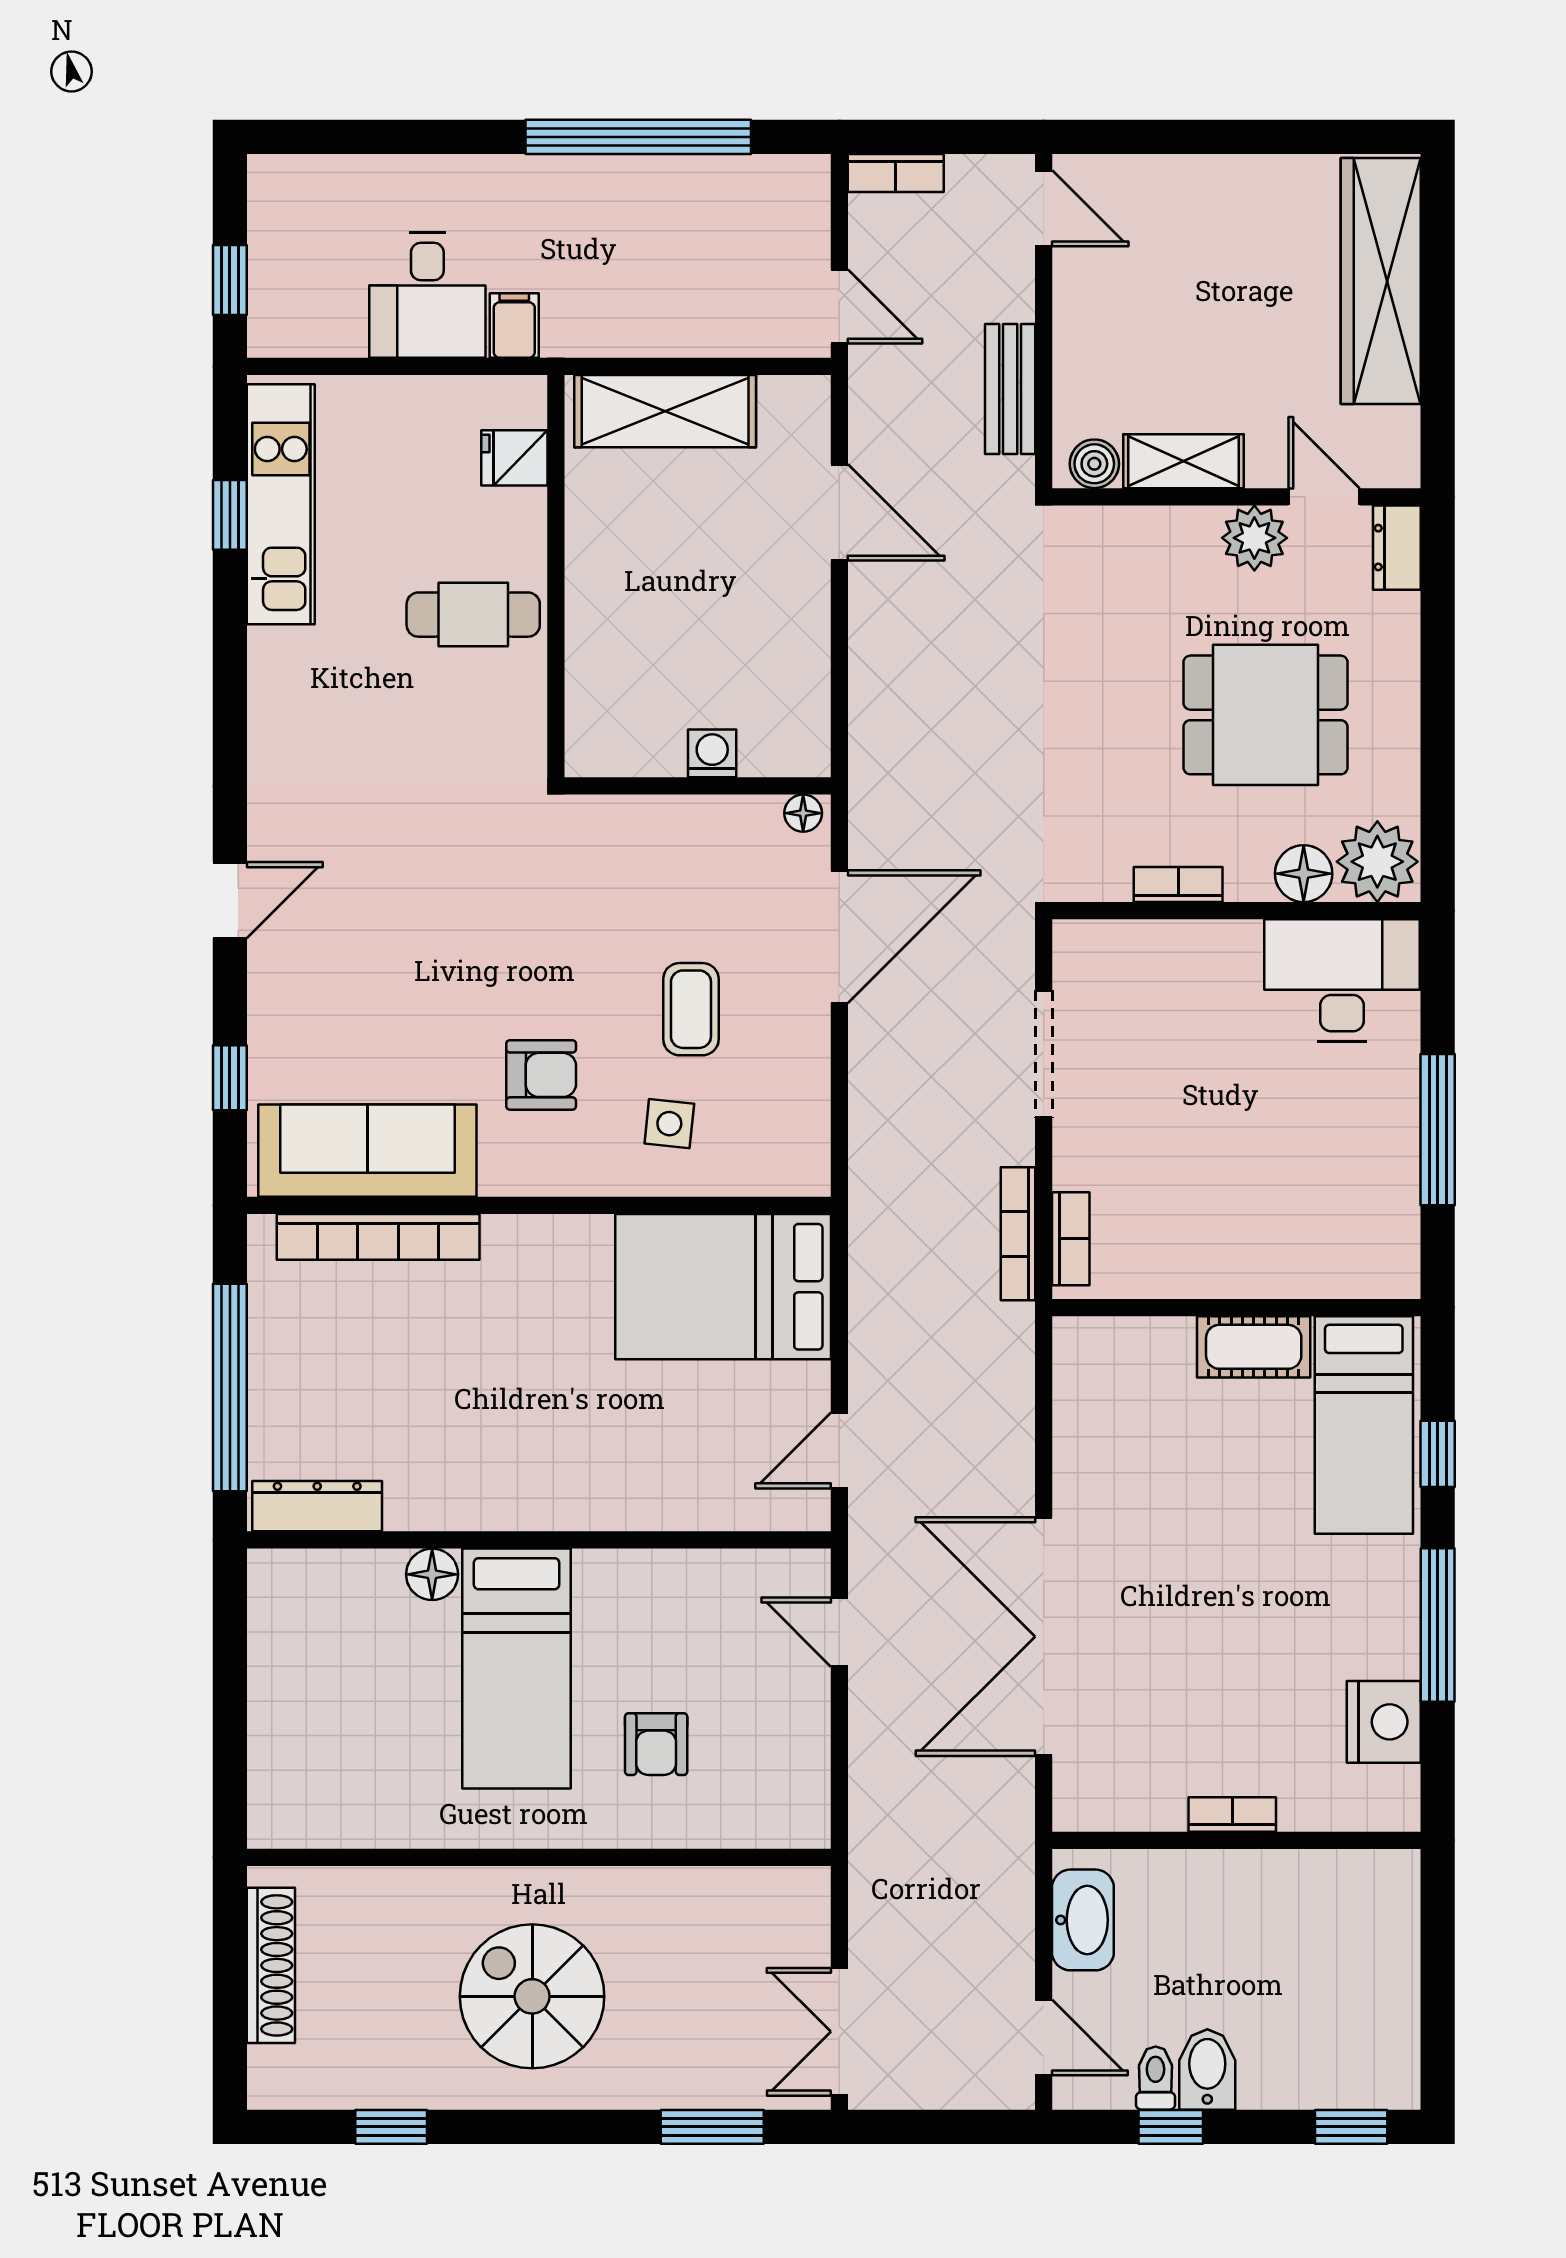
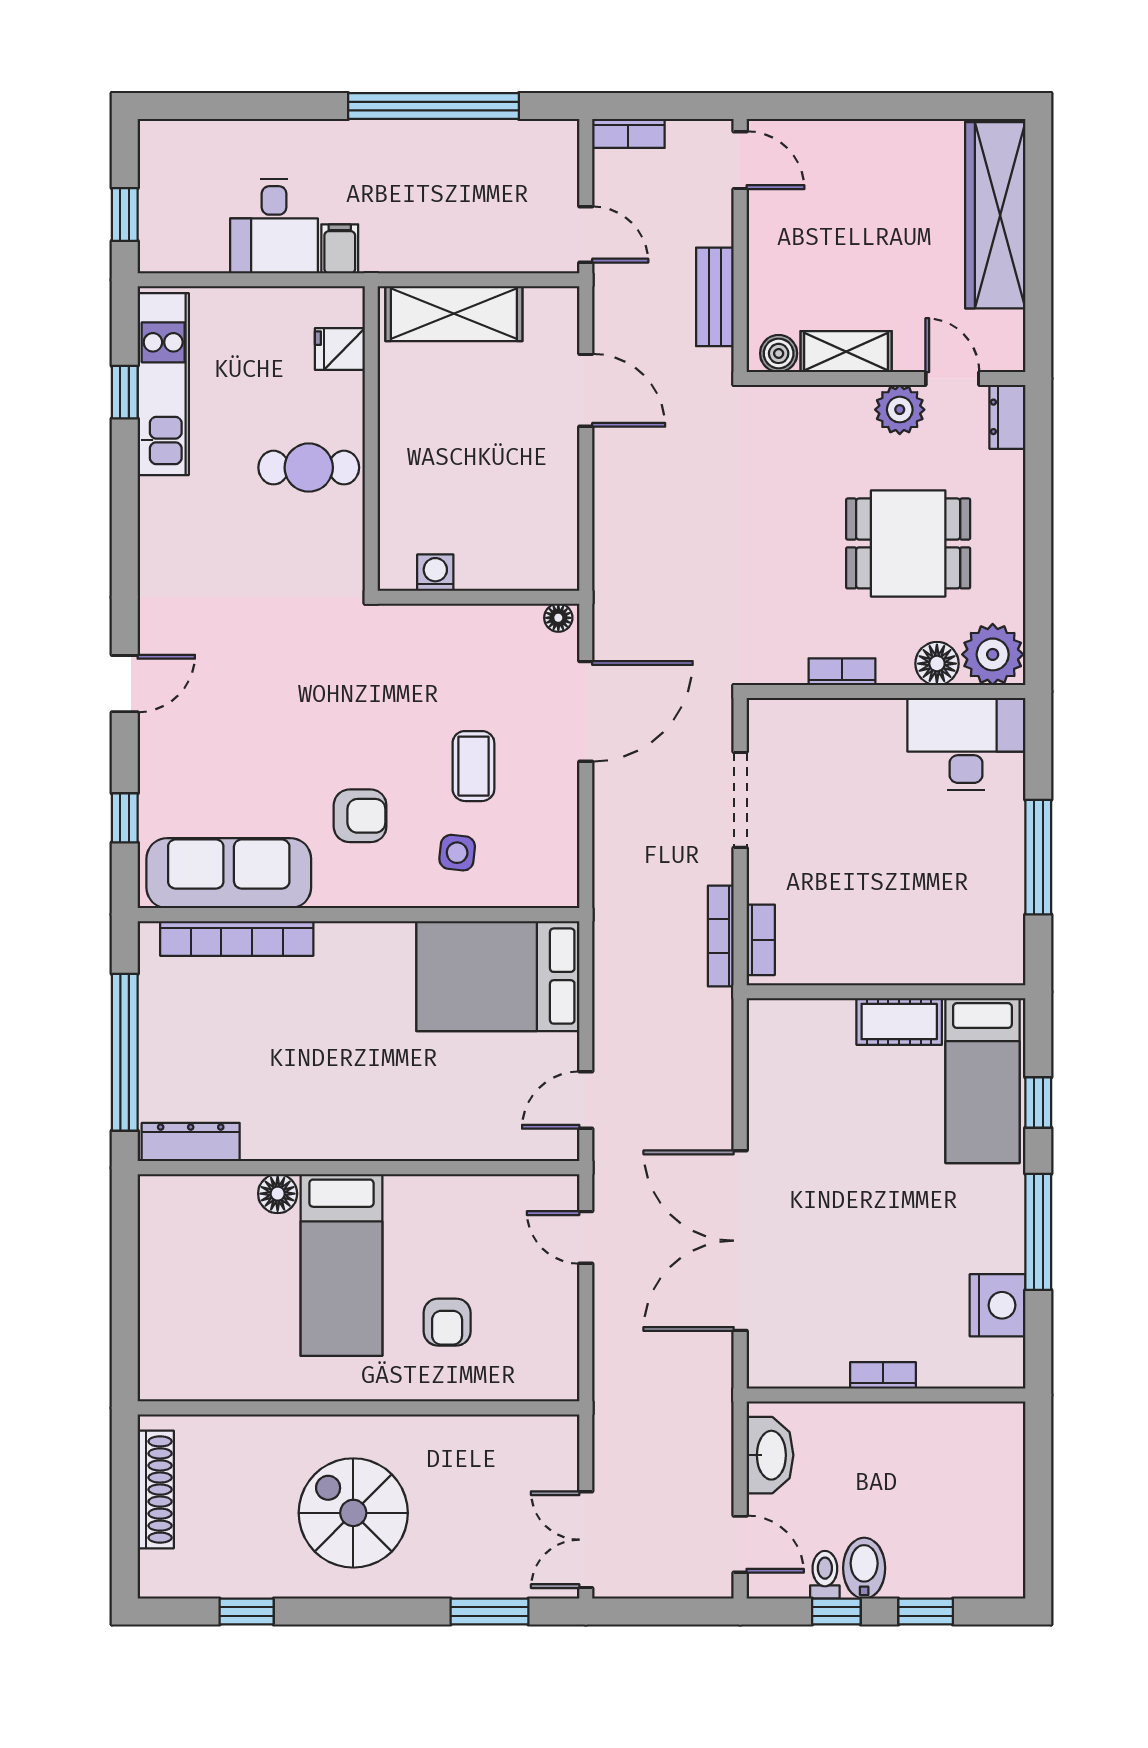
washing machine: (712, 753) -> (435, 573), moved
window: (1351, 2127) -> (926, 1612), moved

